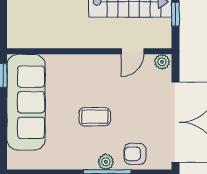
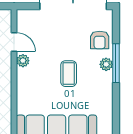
plant: (162, 62) -> (23, 61), moved

